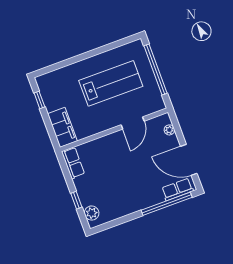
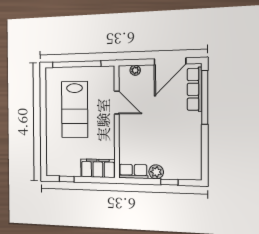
lab bench: (111, 83) -> (75, 109), turned 180
row of seats: (177, 189) -> (195, 89), width x1.48
plant: (92, 213) -> (156, 172), moved

